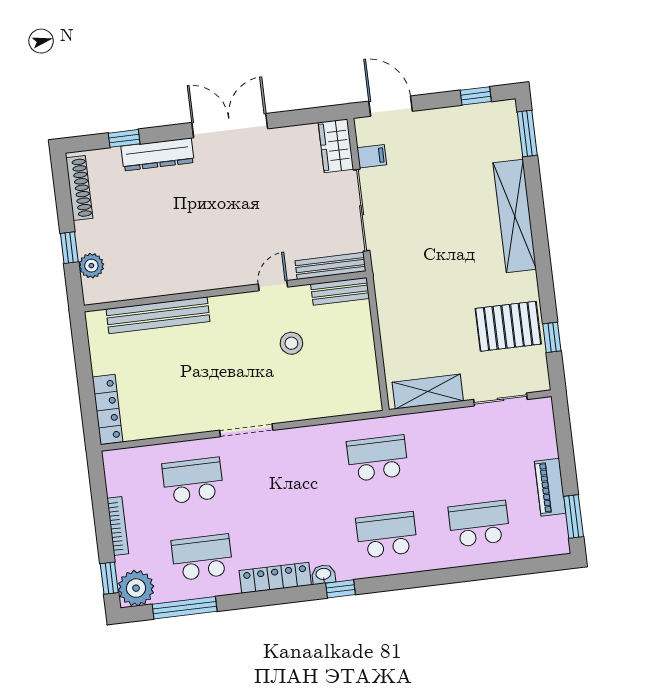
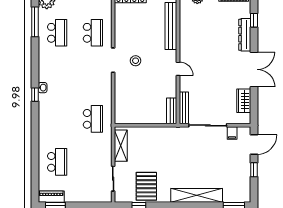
window: (476, 96) -> (254, 170), moved
wardrobe: (336, 146) -> (244, 101), moved, turned -90
door: (273, 286) -> (178, 69), moved
stool: (291, 343) -> (136, 61), moved
piano: (550, 487) -> (51, 197), moved
school desk: (387, 535) -> (57, 119), removed
locker: (275, 578) -> (44, 65), removed

